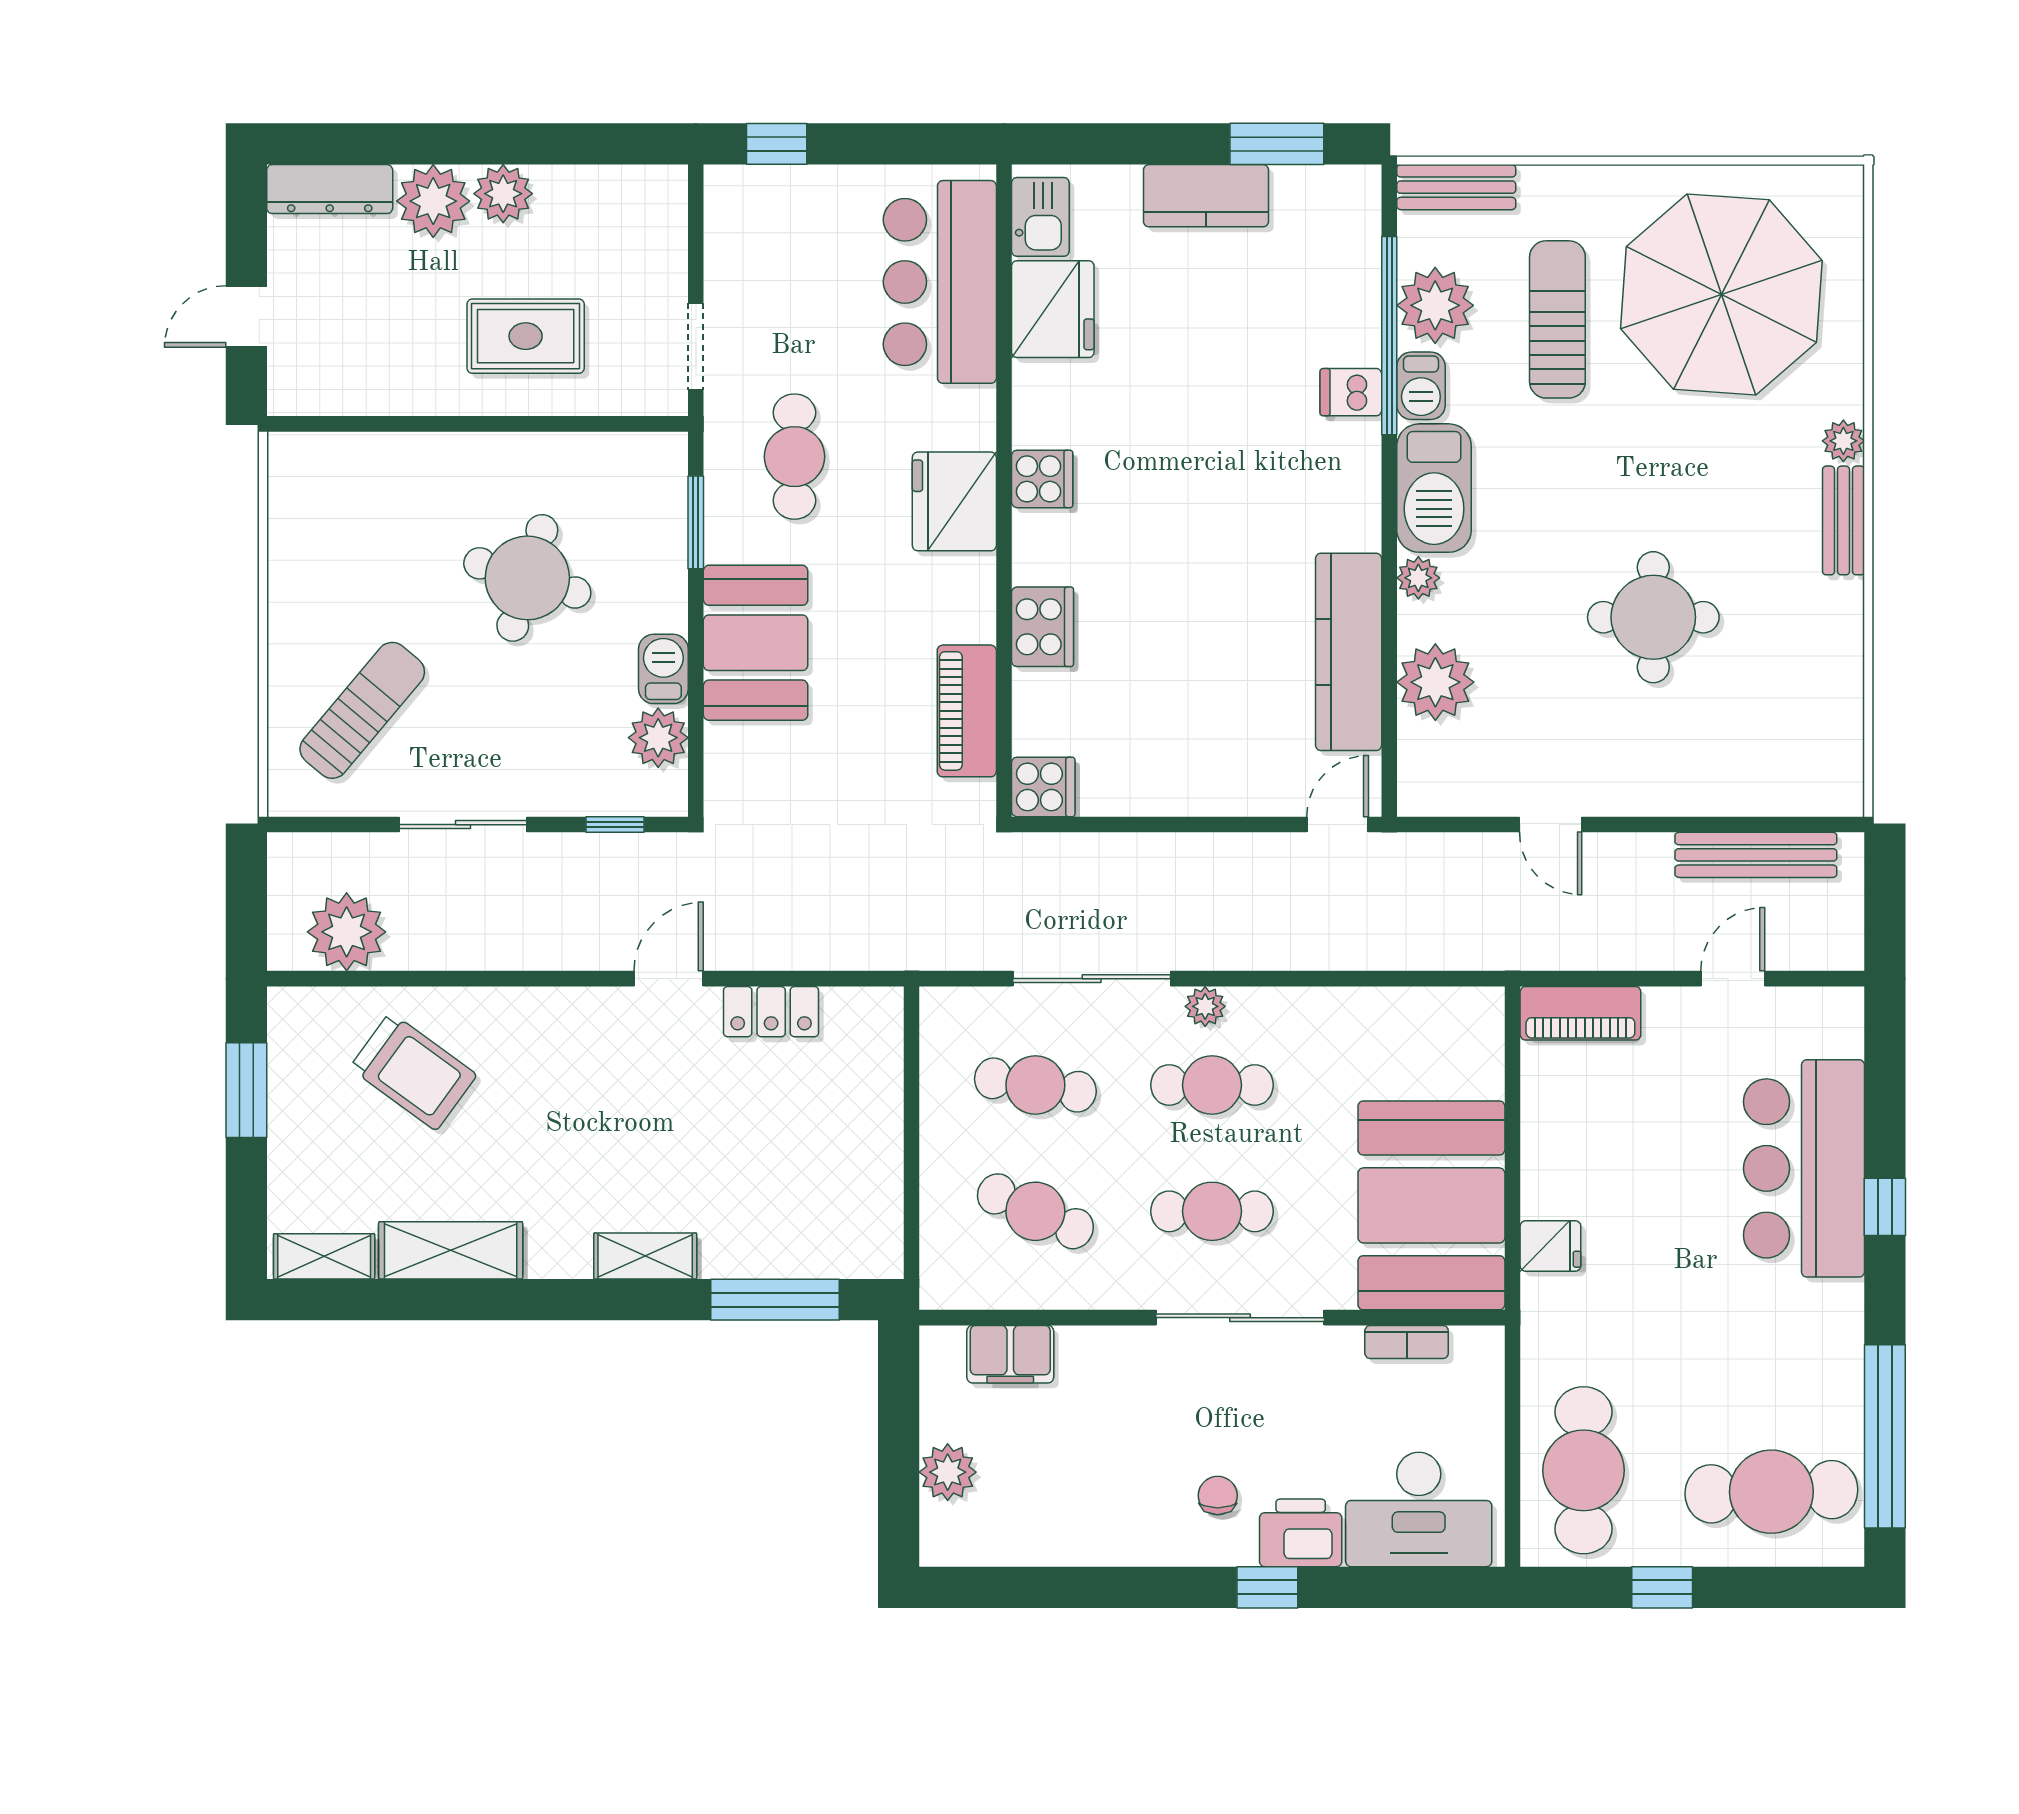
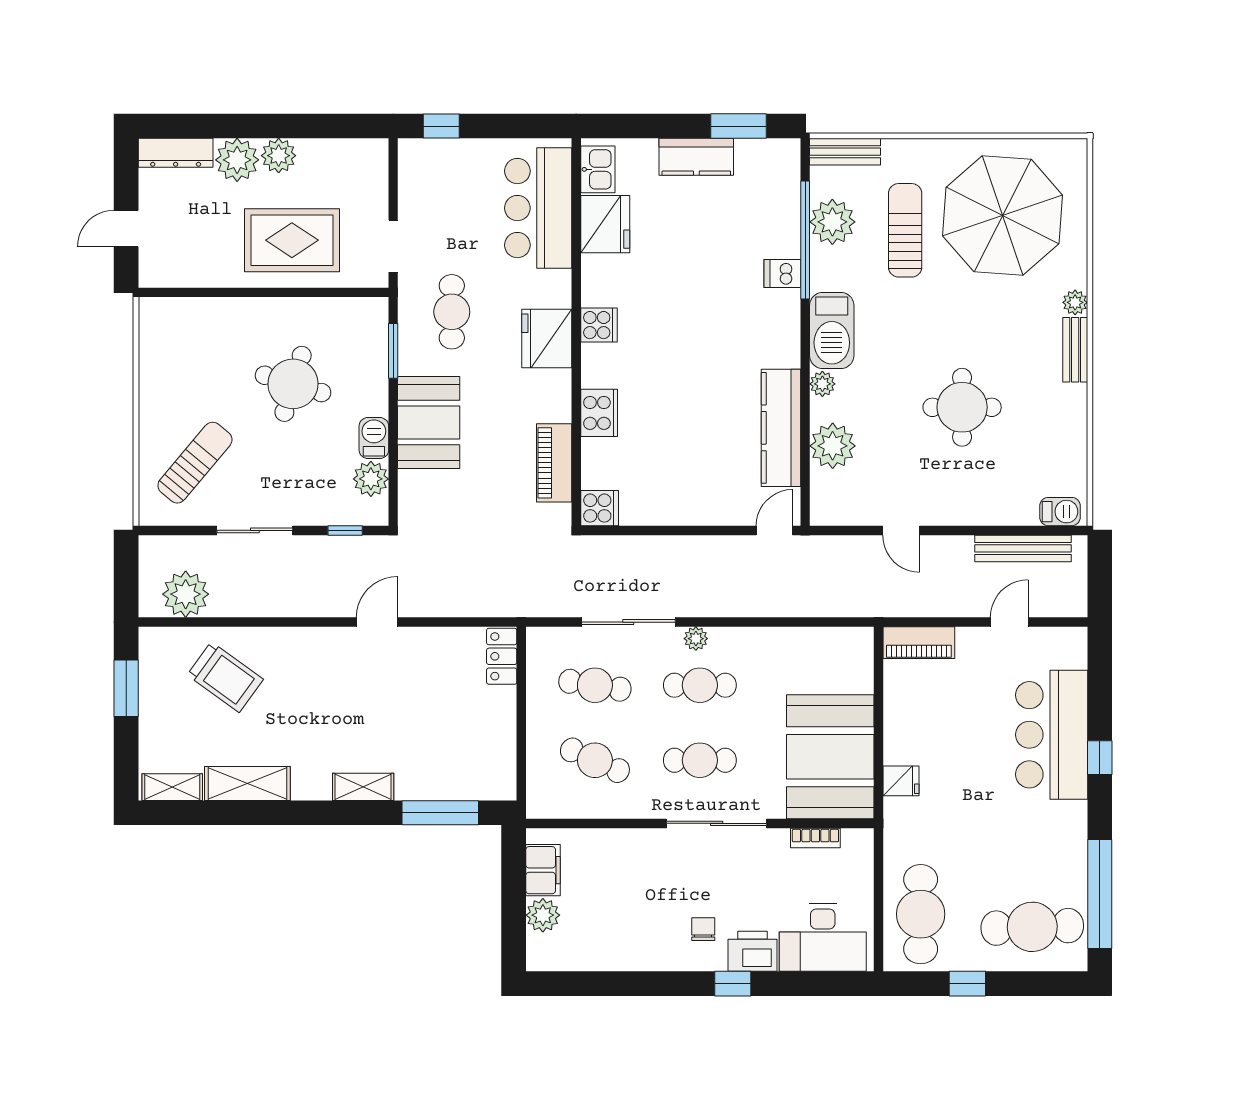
rug: (526, 336) -> (292, 240), width x1.36, depth x1.43
barbecue: (1421, 386) -> (1060, 512), moved, turned -90
locker: (771, 1012) -> (502, 656), moved, turned 90
filing cabinet: (1010, 1354) -> (543, 870), moved, turned -90

